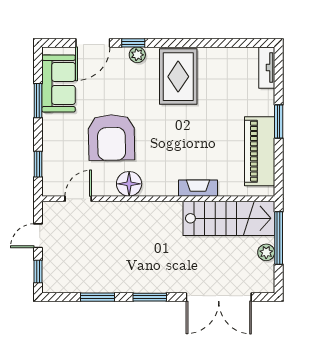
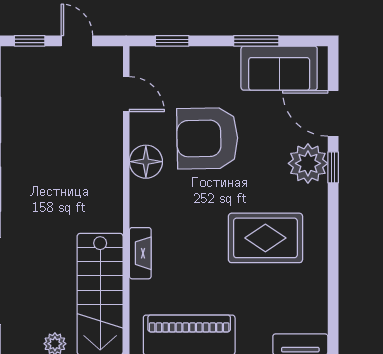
plant: (137, 55) -> (308, 163), width x1.87, depth x1.87
rug: (178, 77) -> (265, 238), moved

